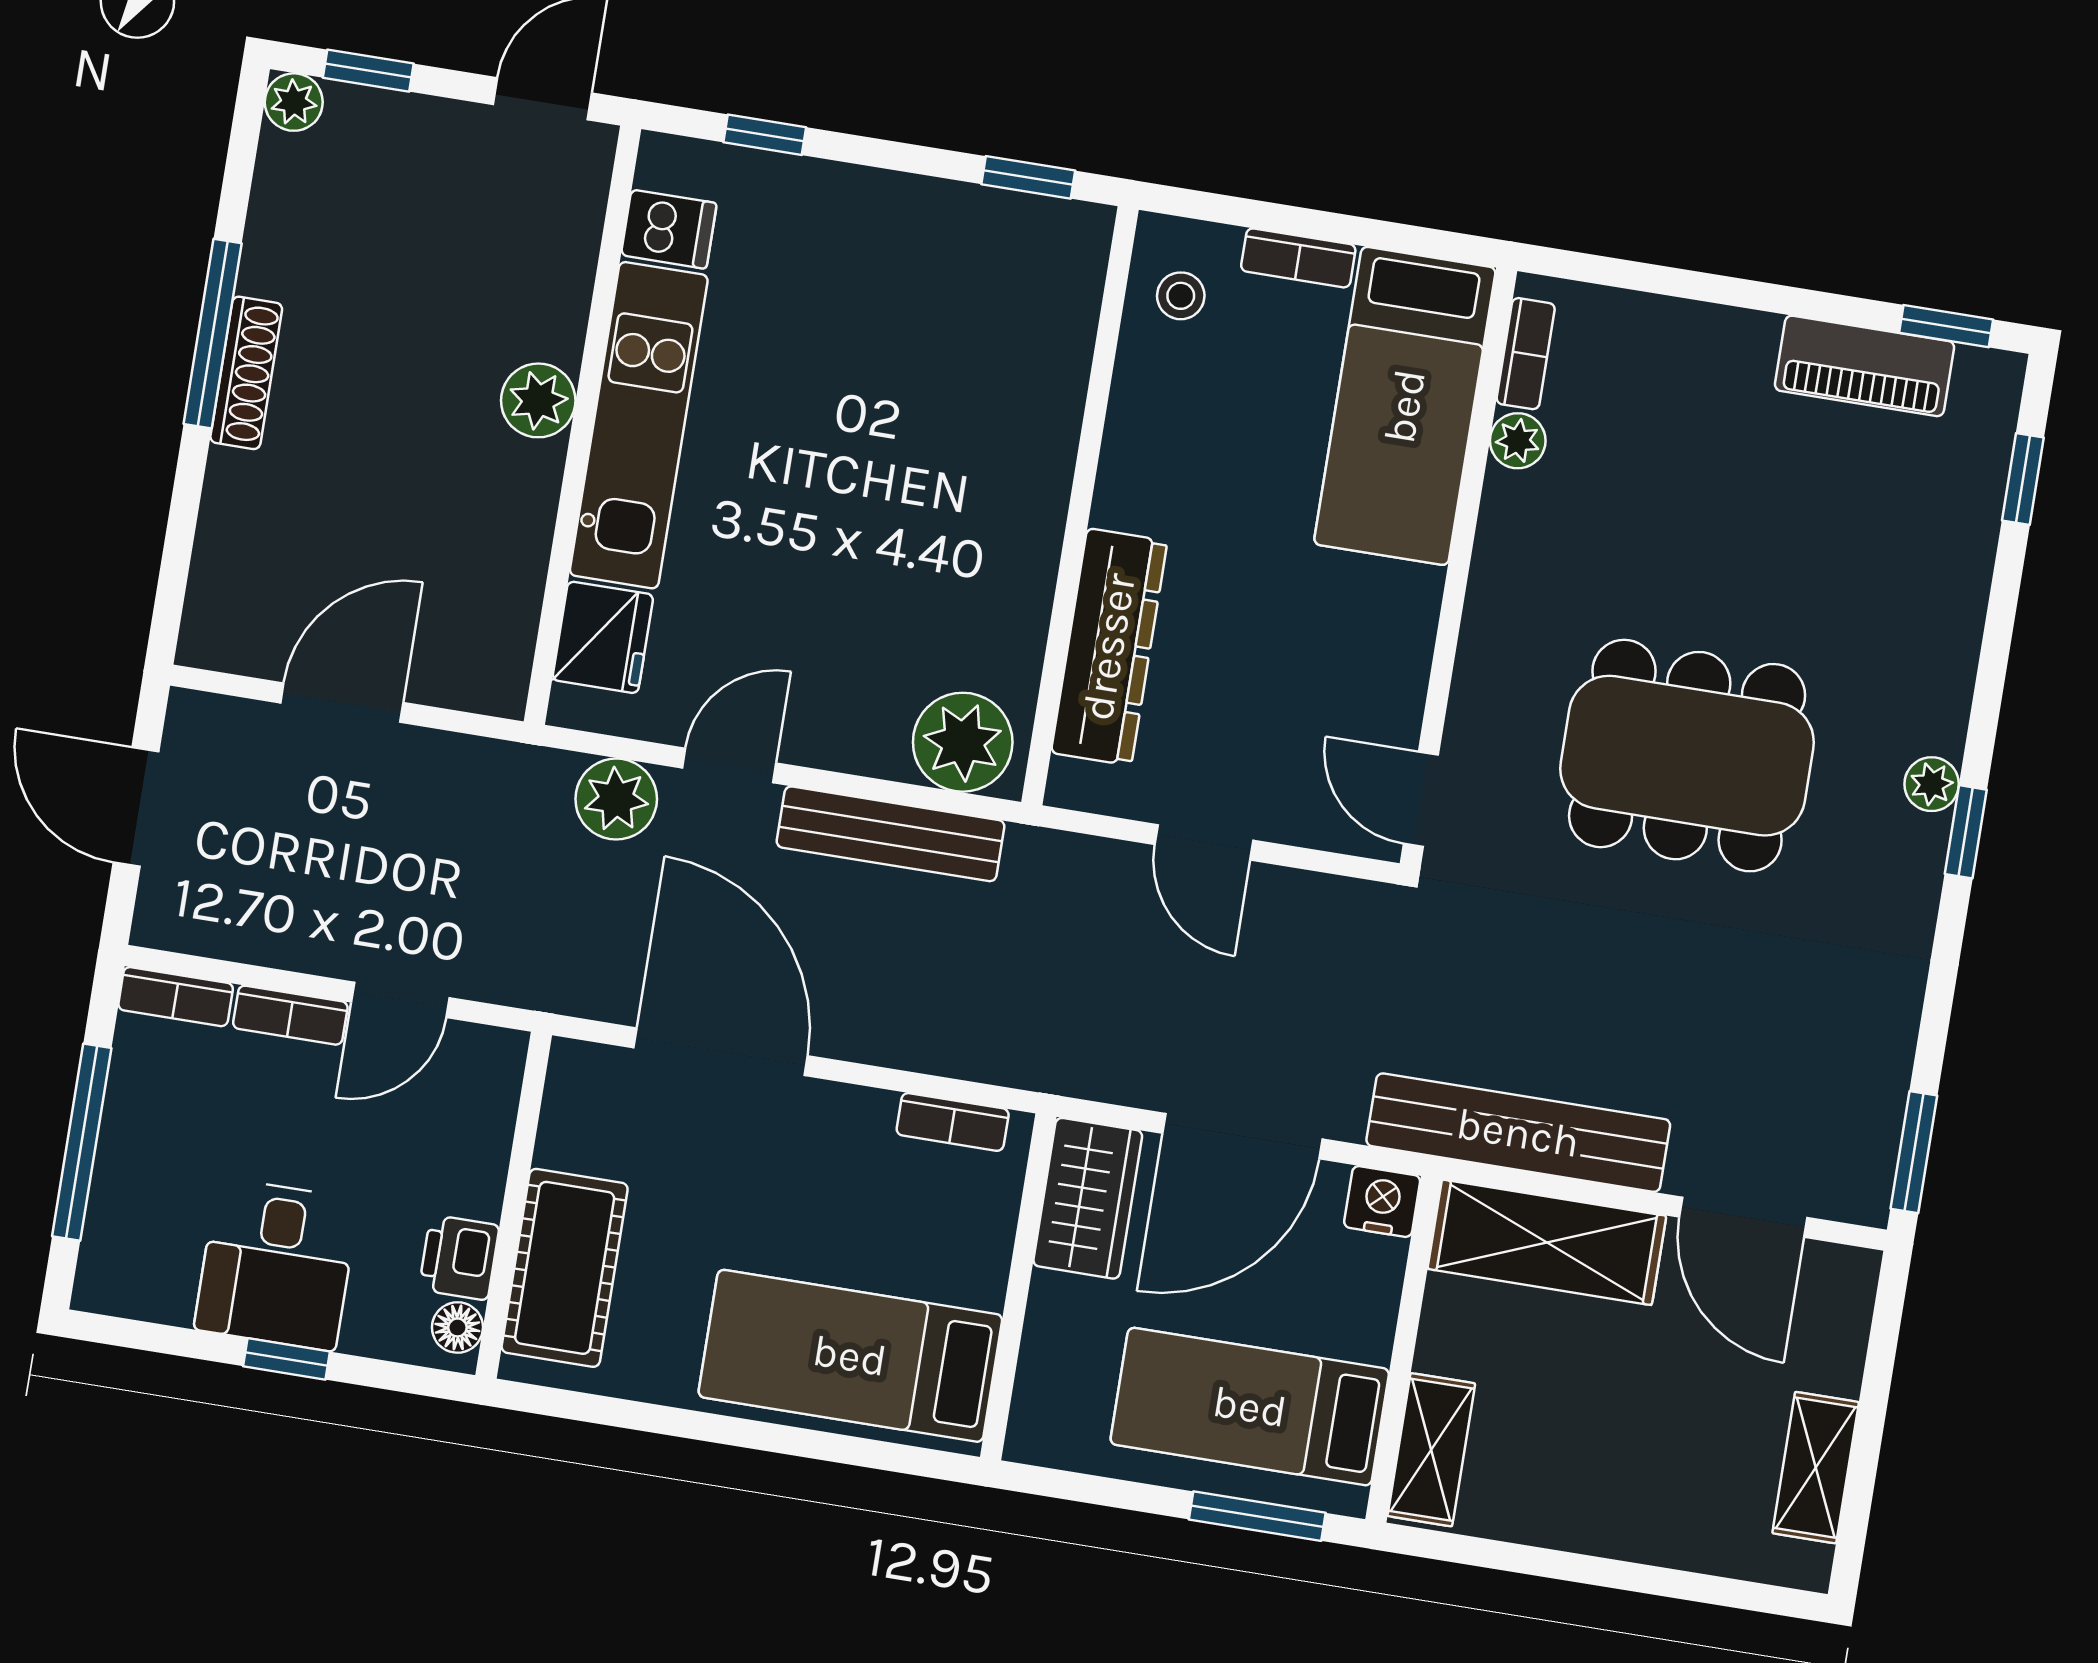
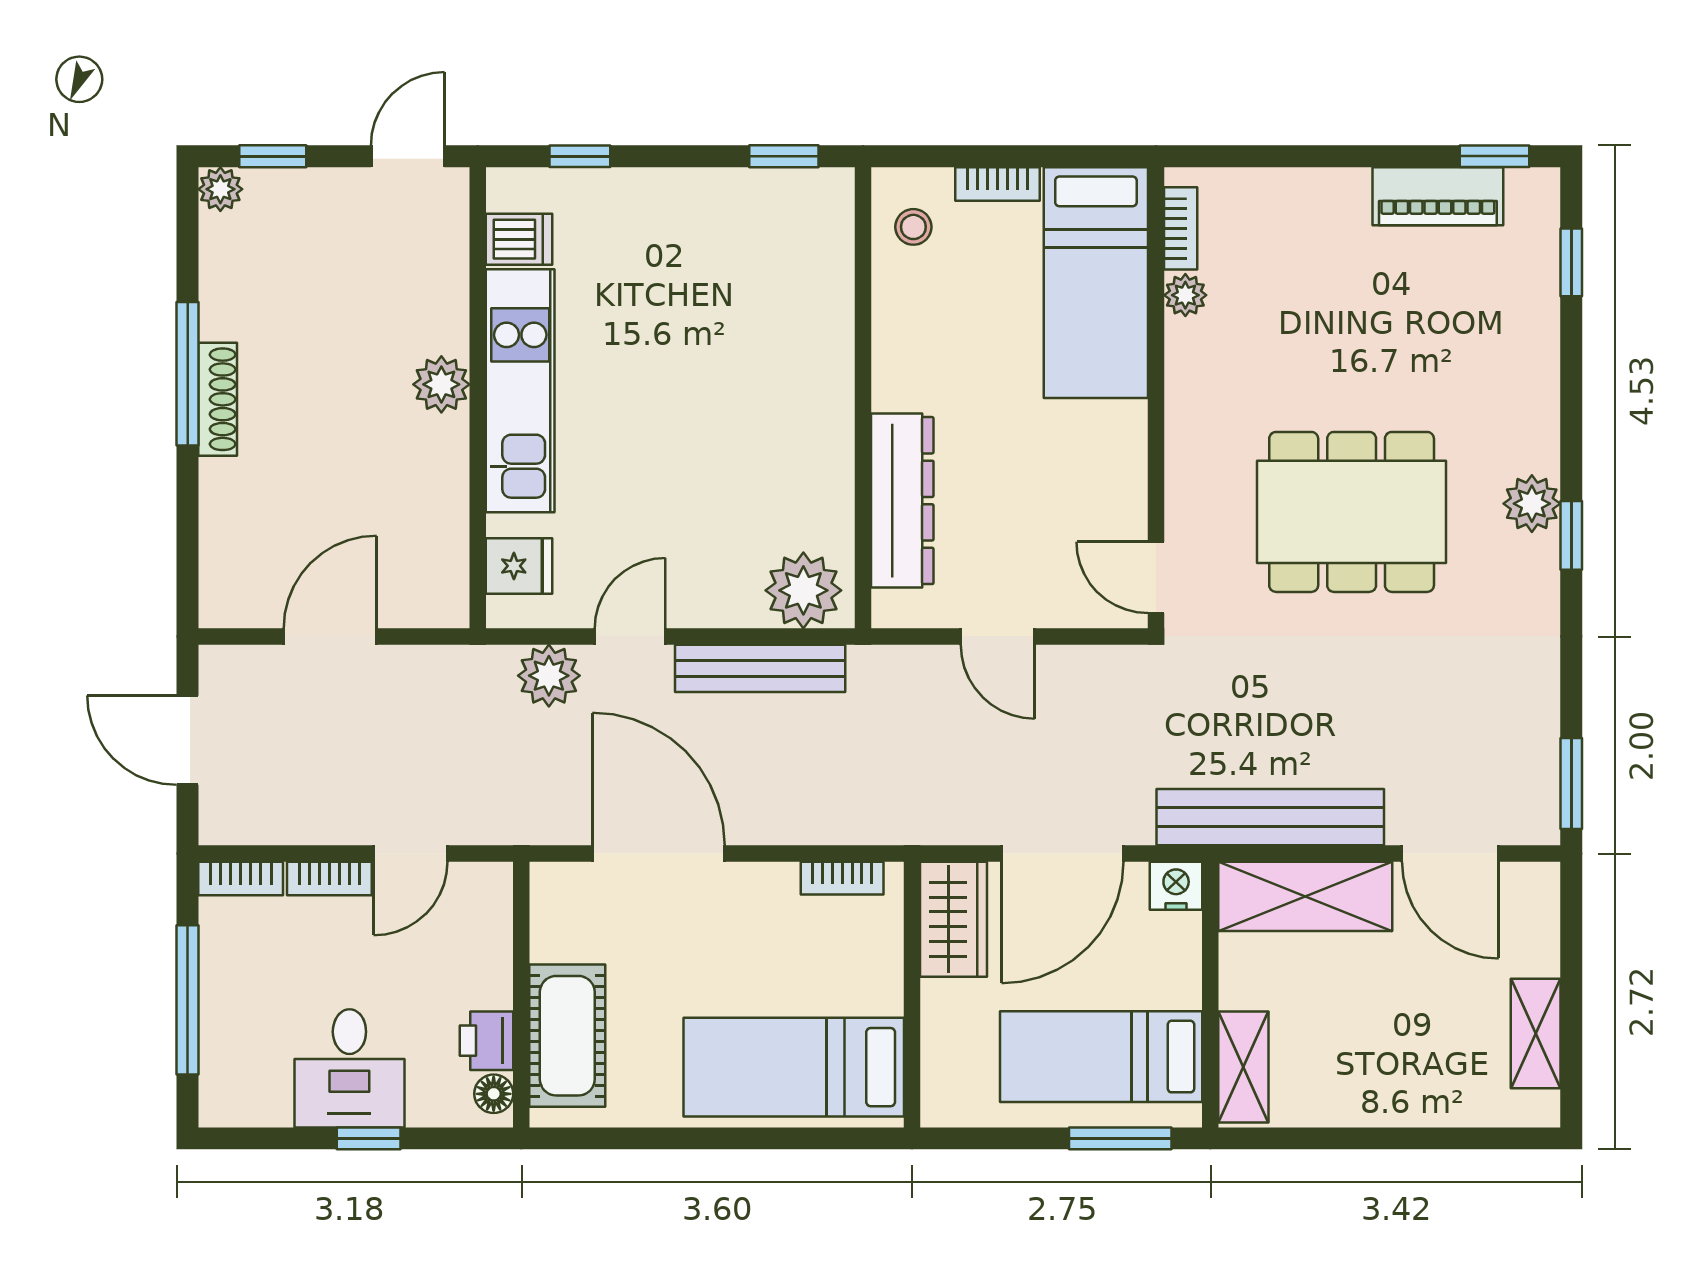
fridge: (603, 637) -> (519, 566), width x0.72
plant: (1932, 784) -> (1532, 504), width x1.38, depth x1.38

